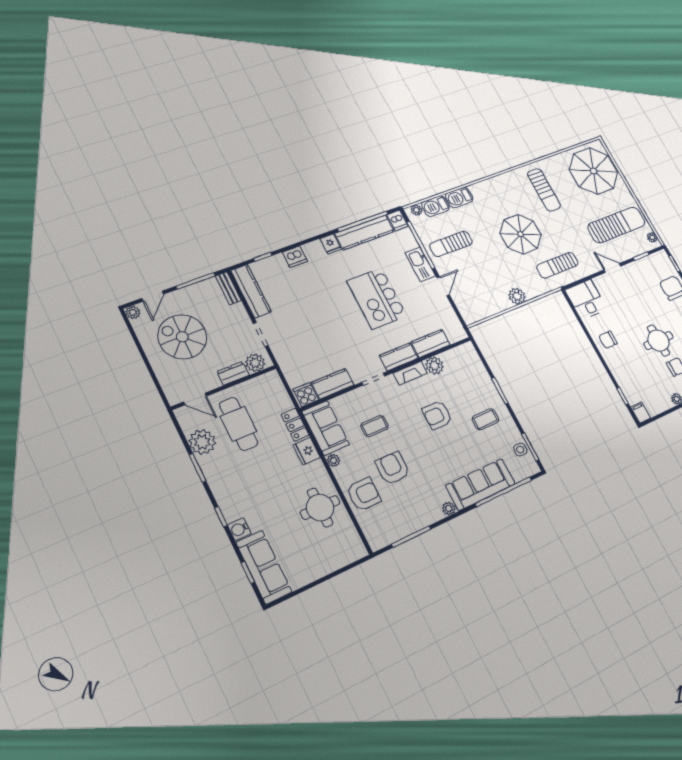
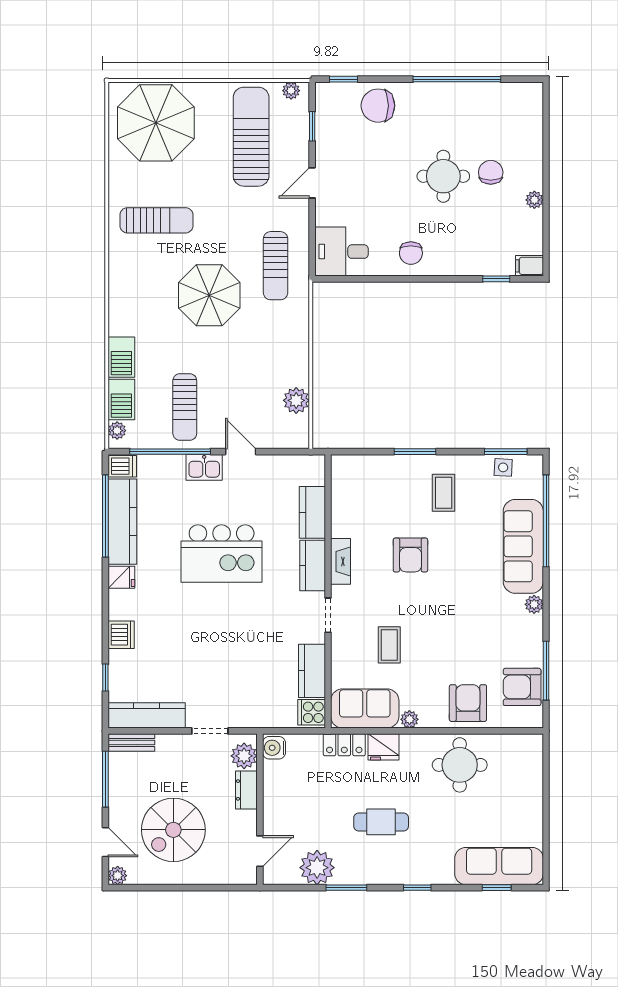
kitchen sink: (420, 264) -> (204, 467), width x0.73
plant: (517, 296) -> (296, 400), moved
plant: (434, 366) -> (344, 523), removed
cafe table: (239, 424) -> (381, 822), moved, width x0.73, depth x0.74
armchair: (393, 468) -> (522, 687), moved
water cooler: (239, 529) -> (274, 748), moved, turned 90

